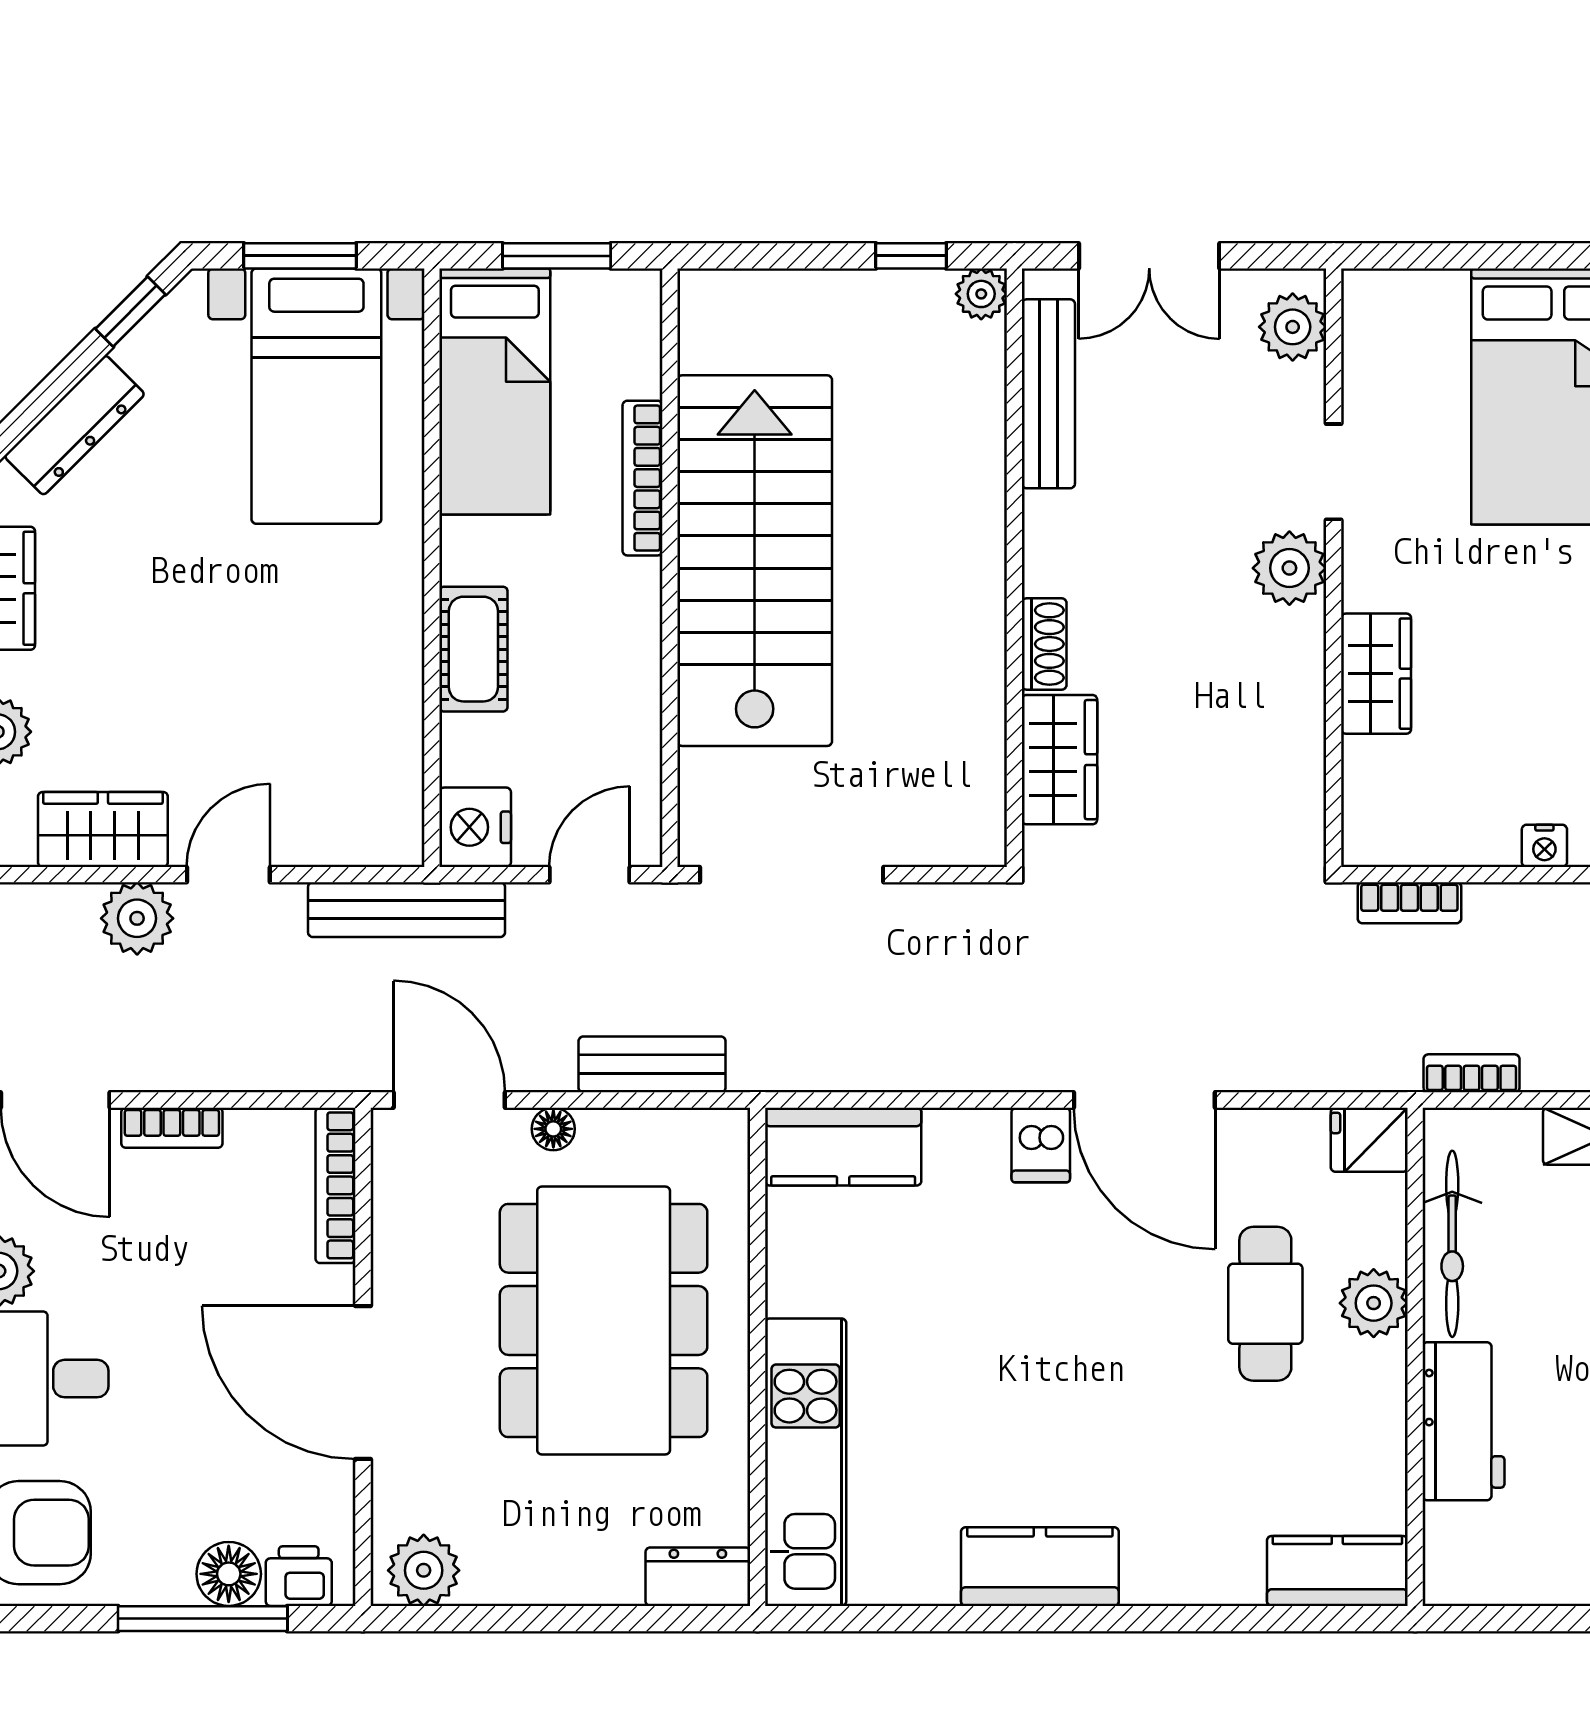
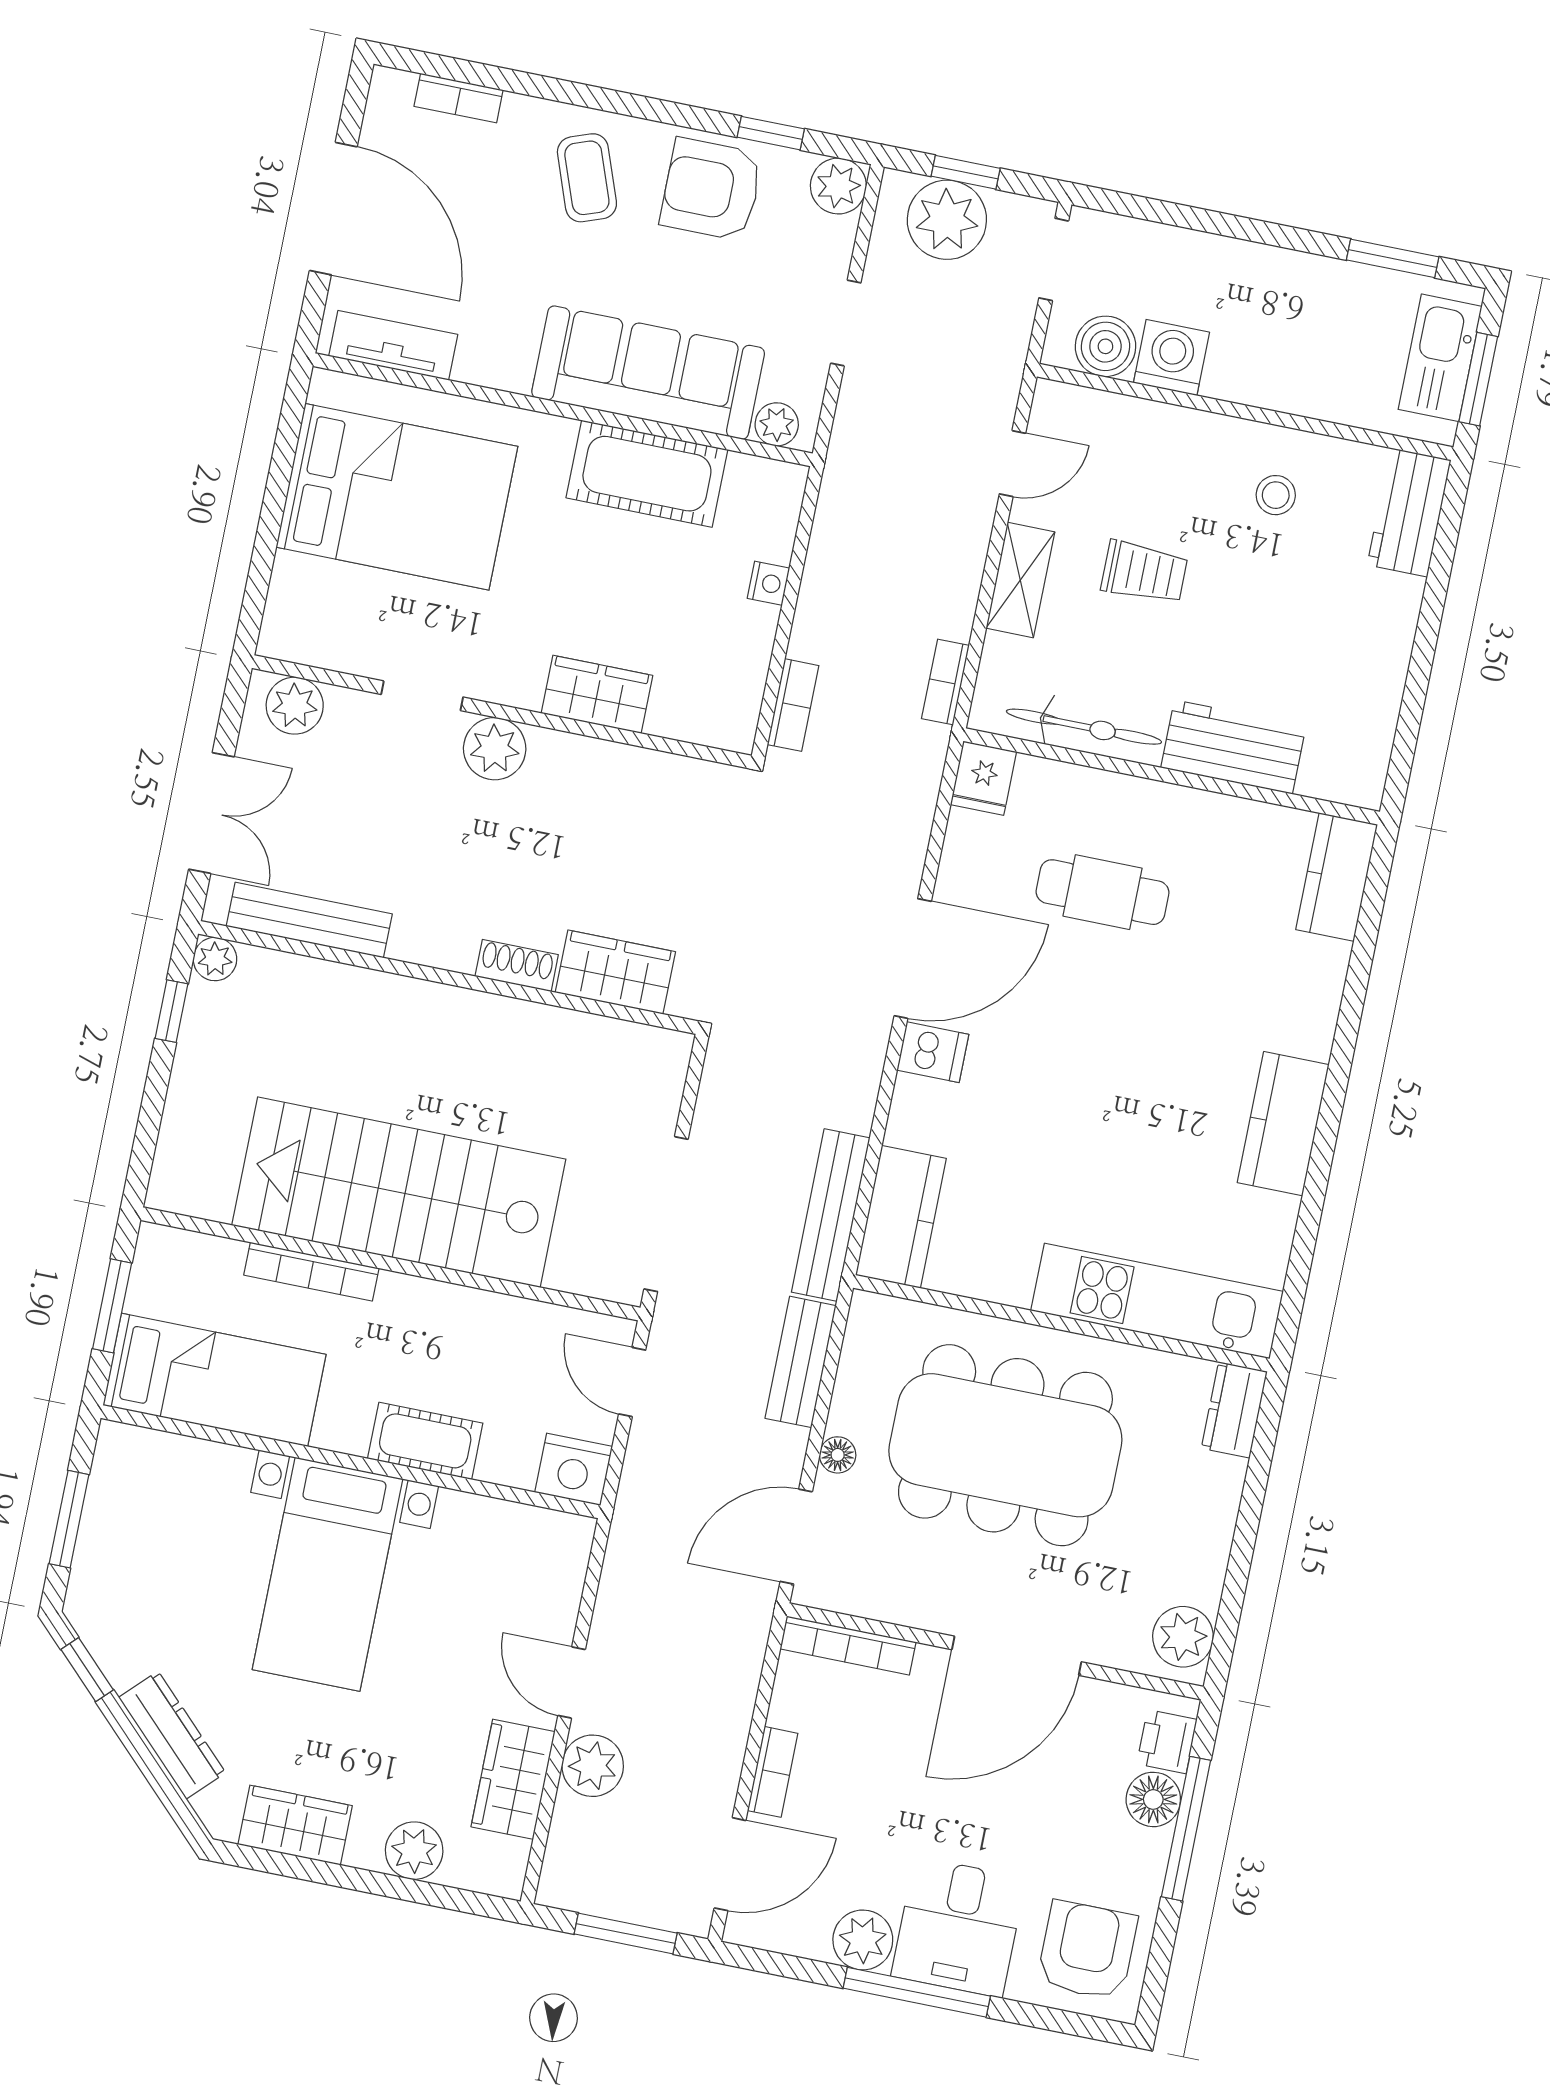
bed with nightstands: (316, 396) -> (328, 1574), moved, turned 90
bench: (407, 910) -> (831, 1215), moved
plant: (1374, 1303) -> (1120, 802), removed

